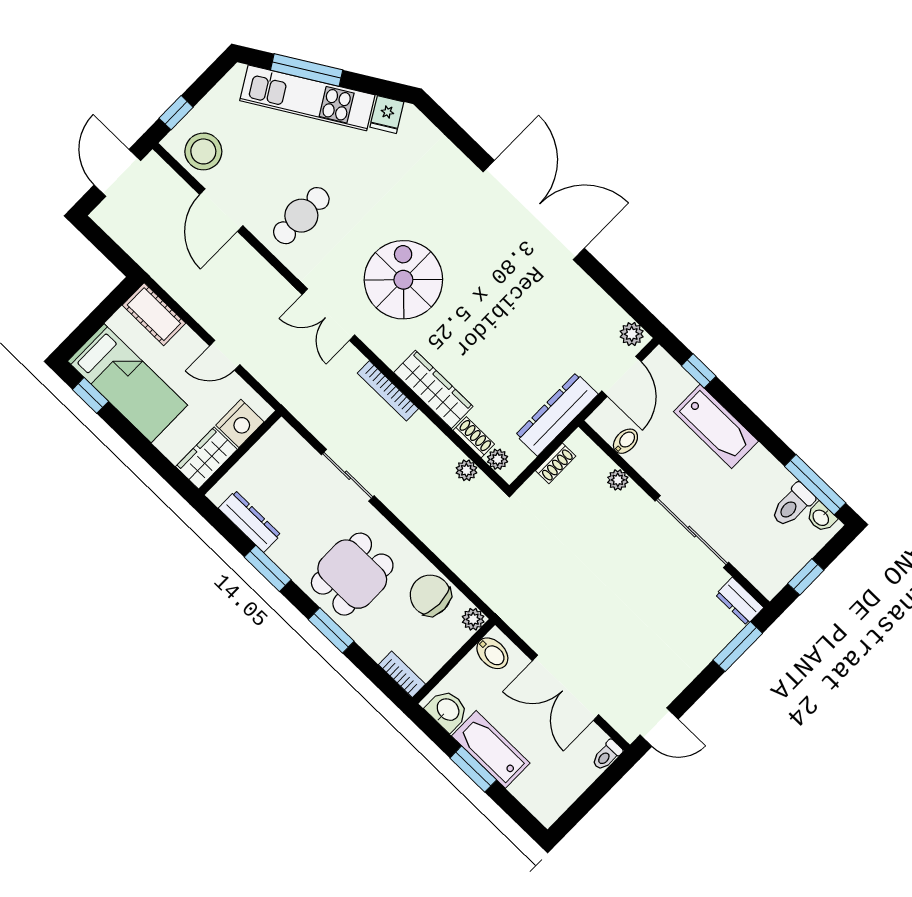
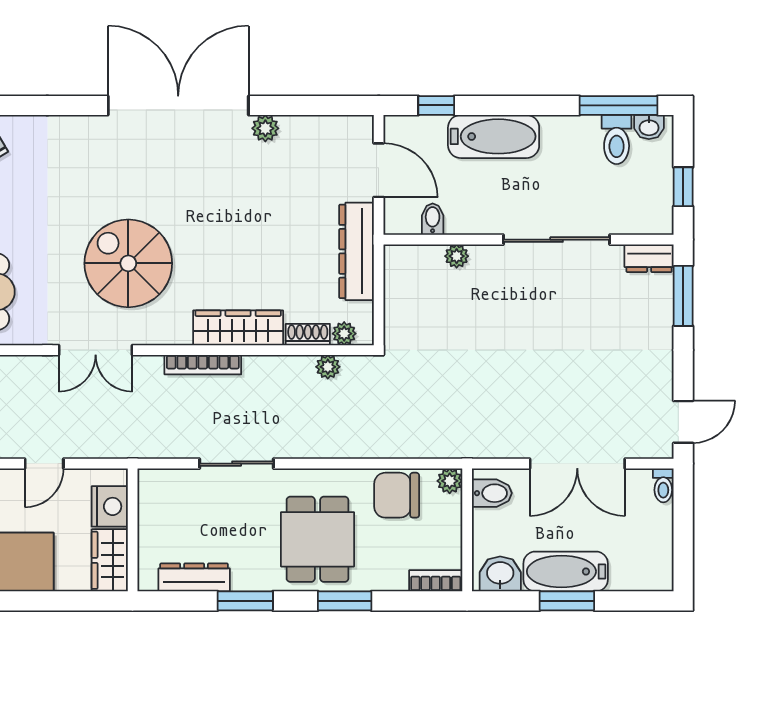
plant: (632, 334) -> (265, 128), moved
shoe rack: (556, 463) -> (394, 291), removed

